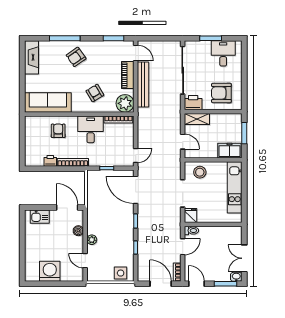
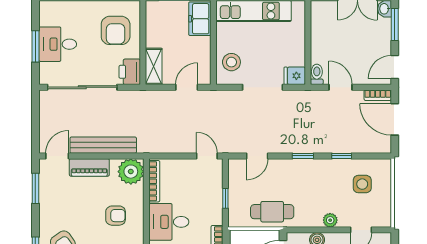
desk: (223, 53) -> (58, 44), moved
armchair: (95, 93) -> (116, 216), turned -149
door: (136, 190) -> (257, 156), width x0.53
cafe table: (98, 200) -> (272, 212), added
side table: (121, 273) -> (362, 184), moved
door: (161, 284) -> (395, 119), hinge flipped

